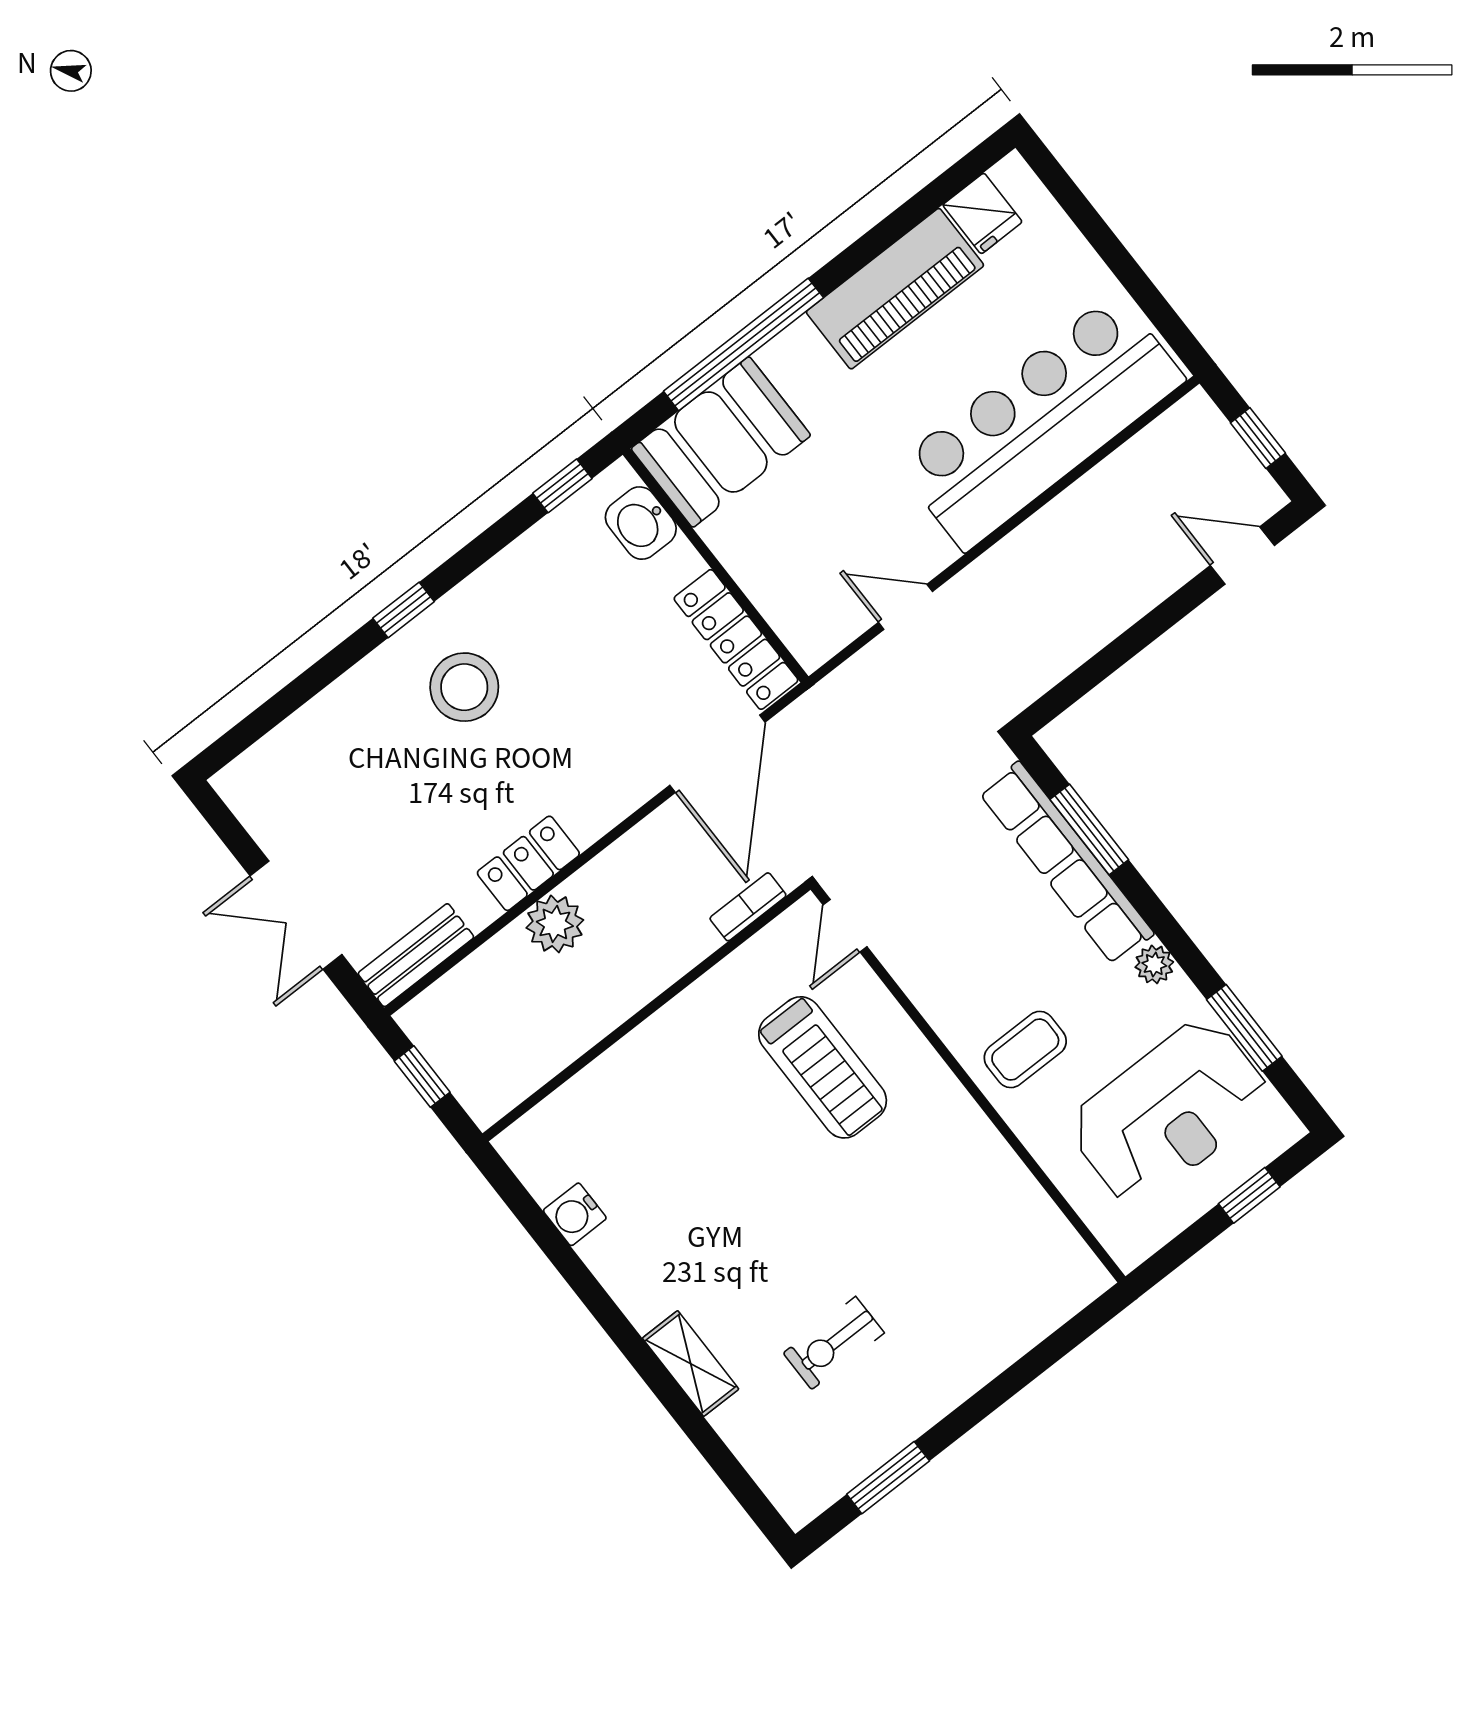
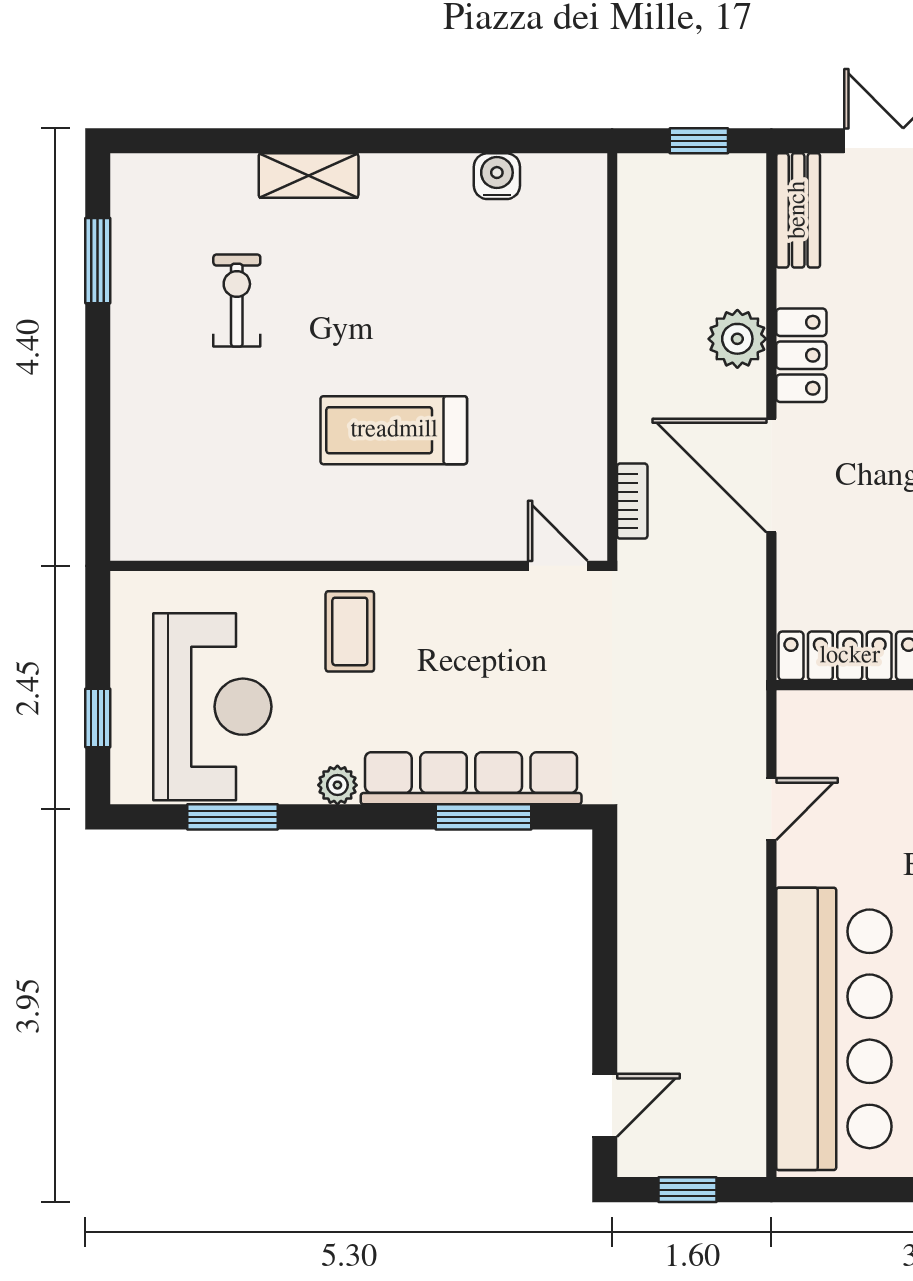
door: (717, 754) -> (771, 475), moved
treadmill: (823, 1067) -> (394, 430), moved
reception desk: (1170, 1112) -> (212, 707), turned 180

